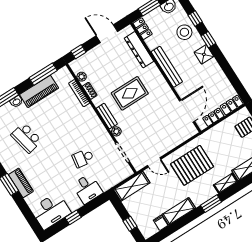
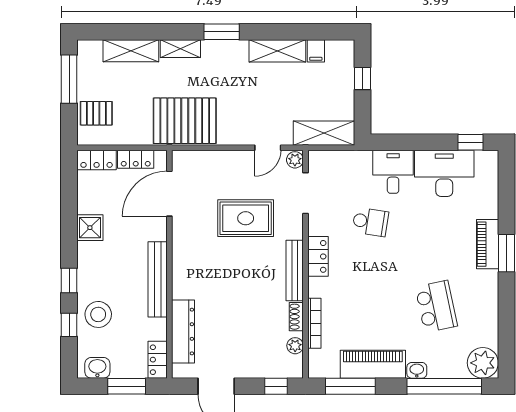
shower: (204, 54) -> (90, 228), moved
rug: (130, 93) -> (246, 218), moved
bench: (107, 116) -> (295, 271), width x1.36
locker: (98, 126) -> (318, 256), added
plant: (116, 131) -> (295, 160), moved
door: (154, 162) -> (268, 148), swing flipped
pallet: (192, 165) -> (185, 121), moved
desk: (51, 211) -> (444, 173), moved
window: (73, 217) -> (471, 142), moved

